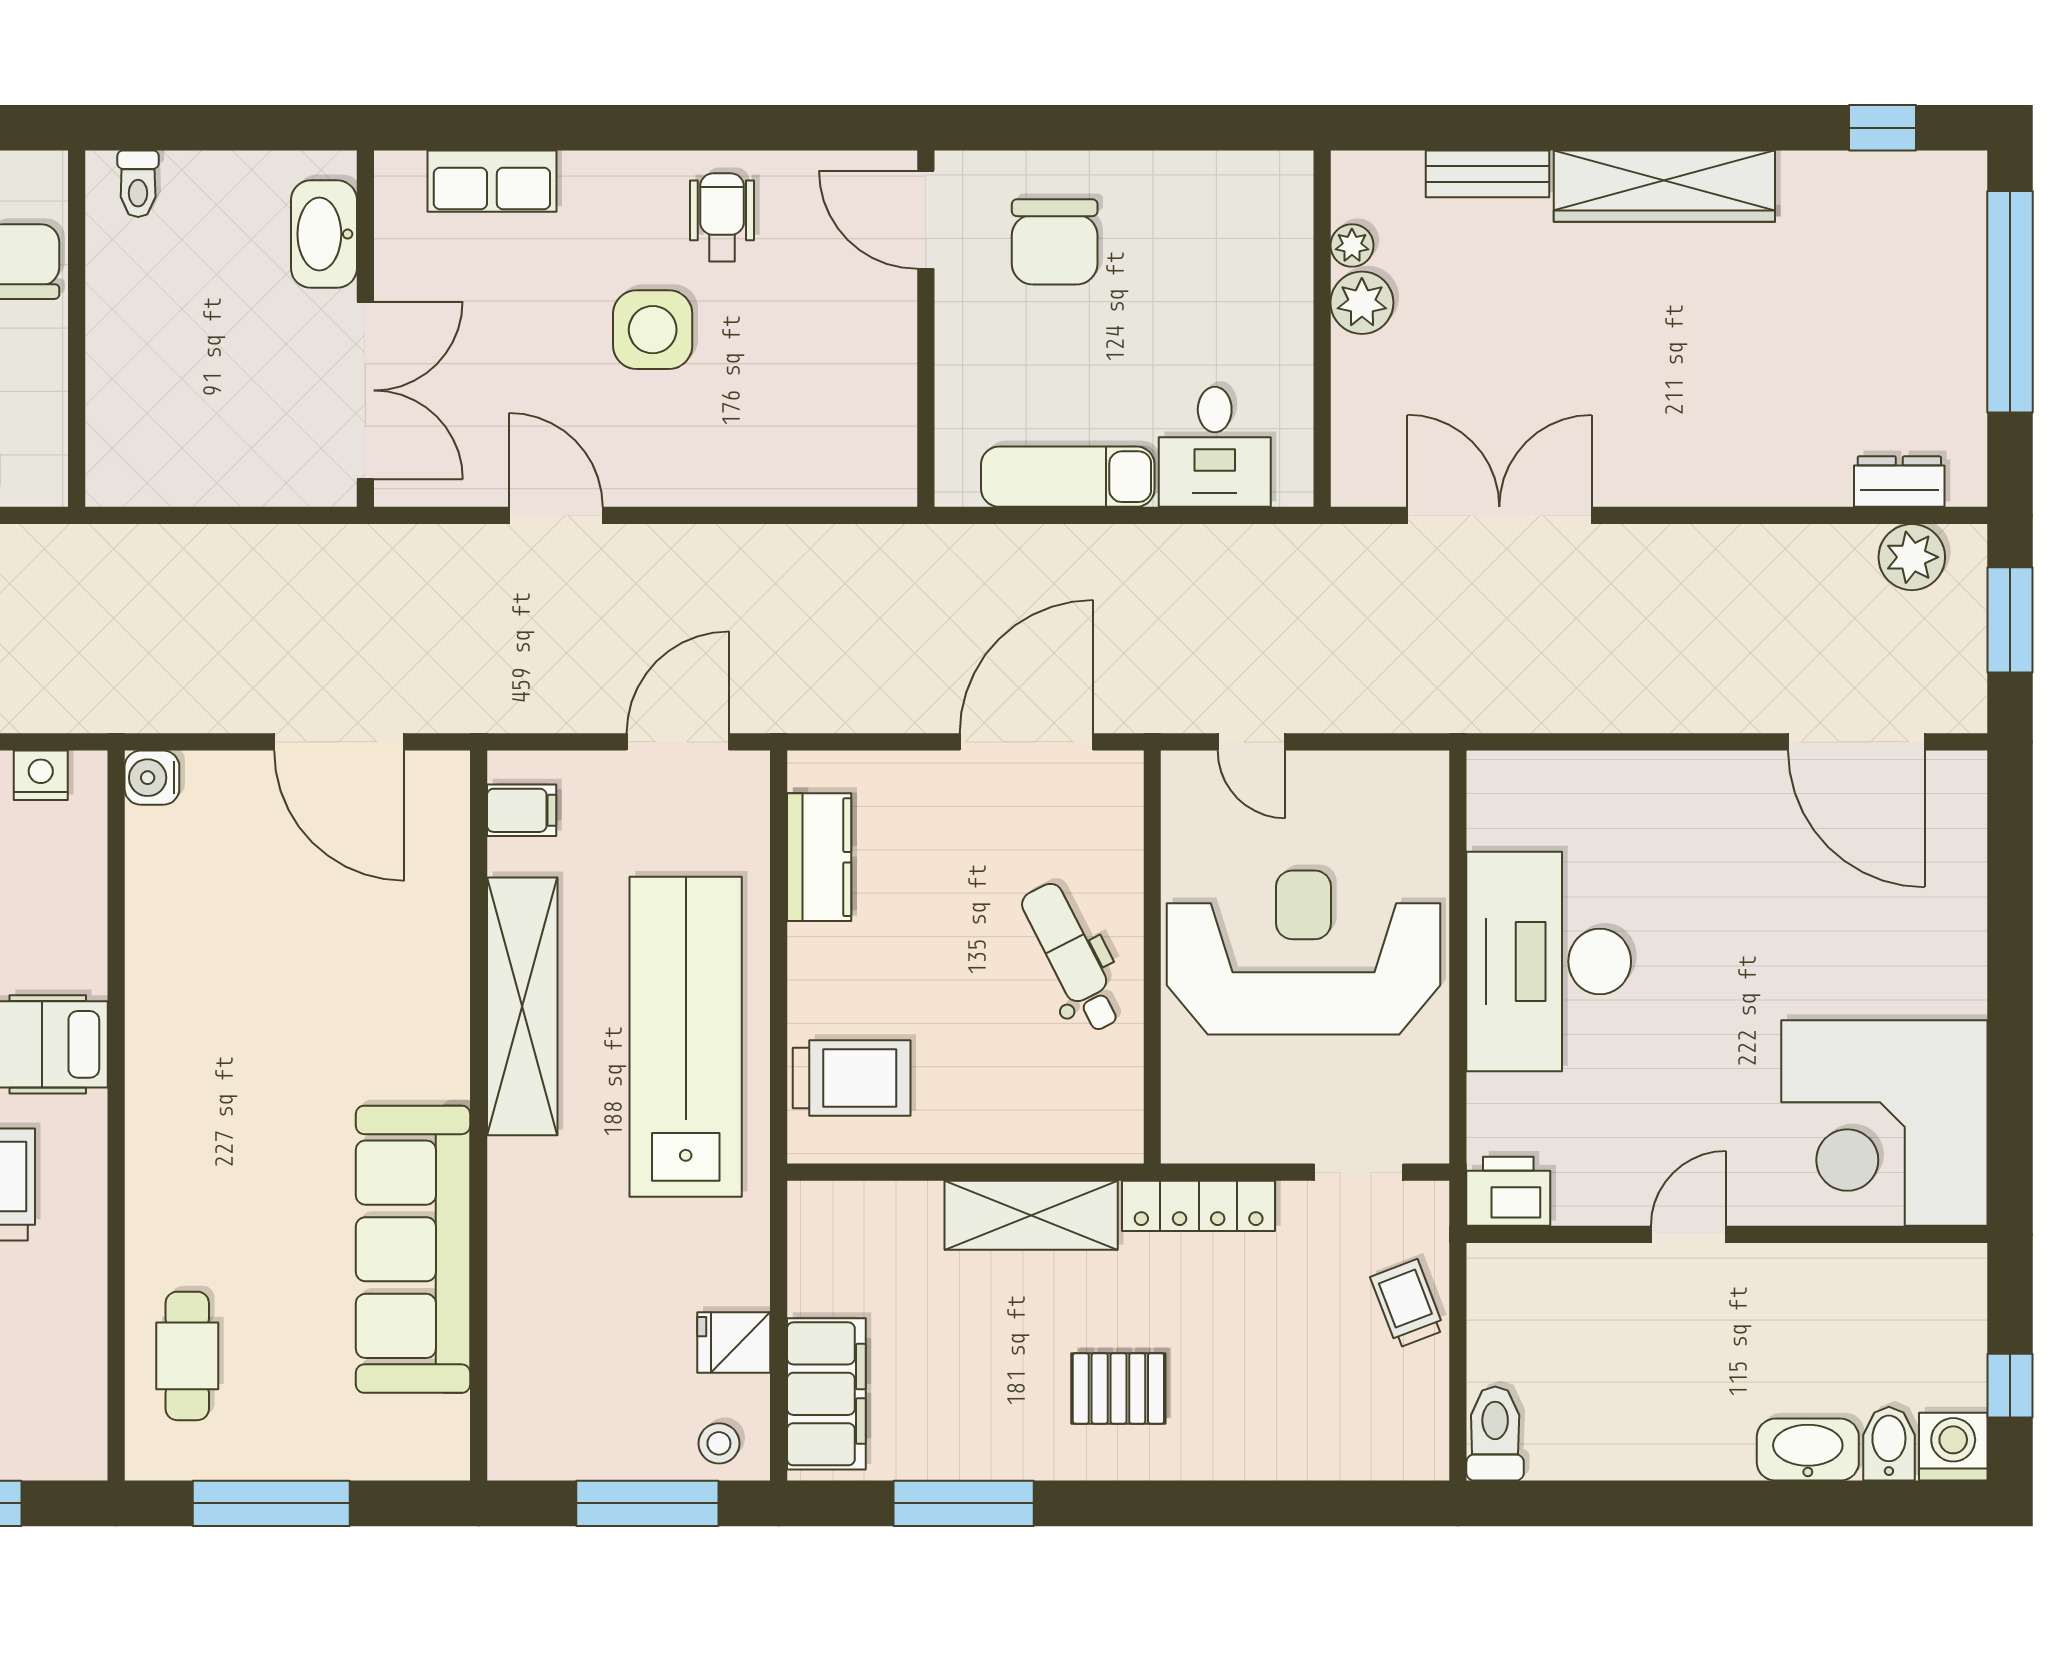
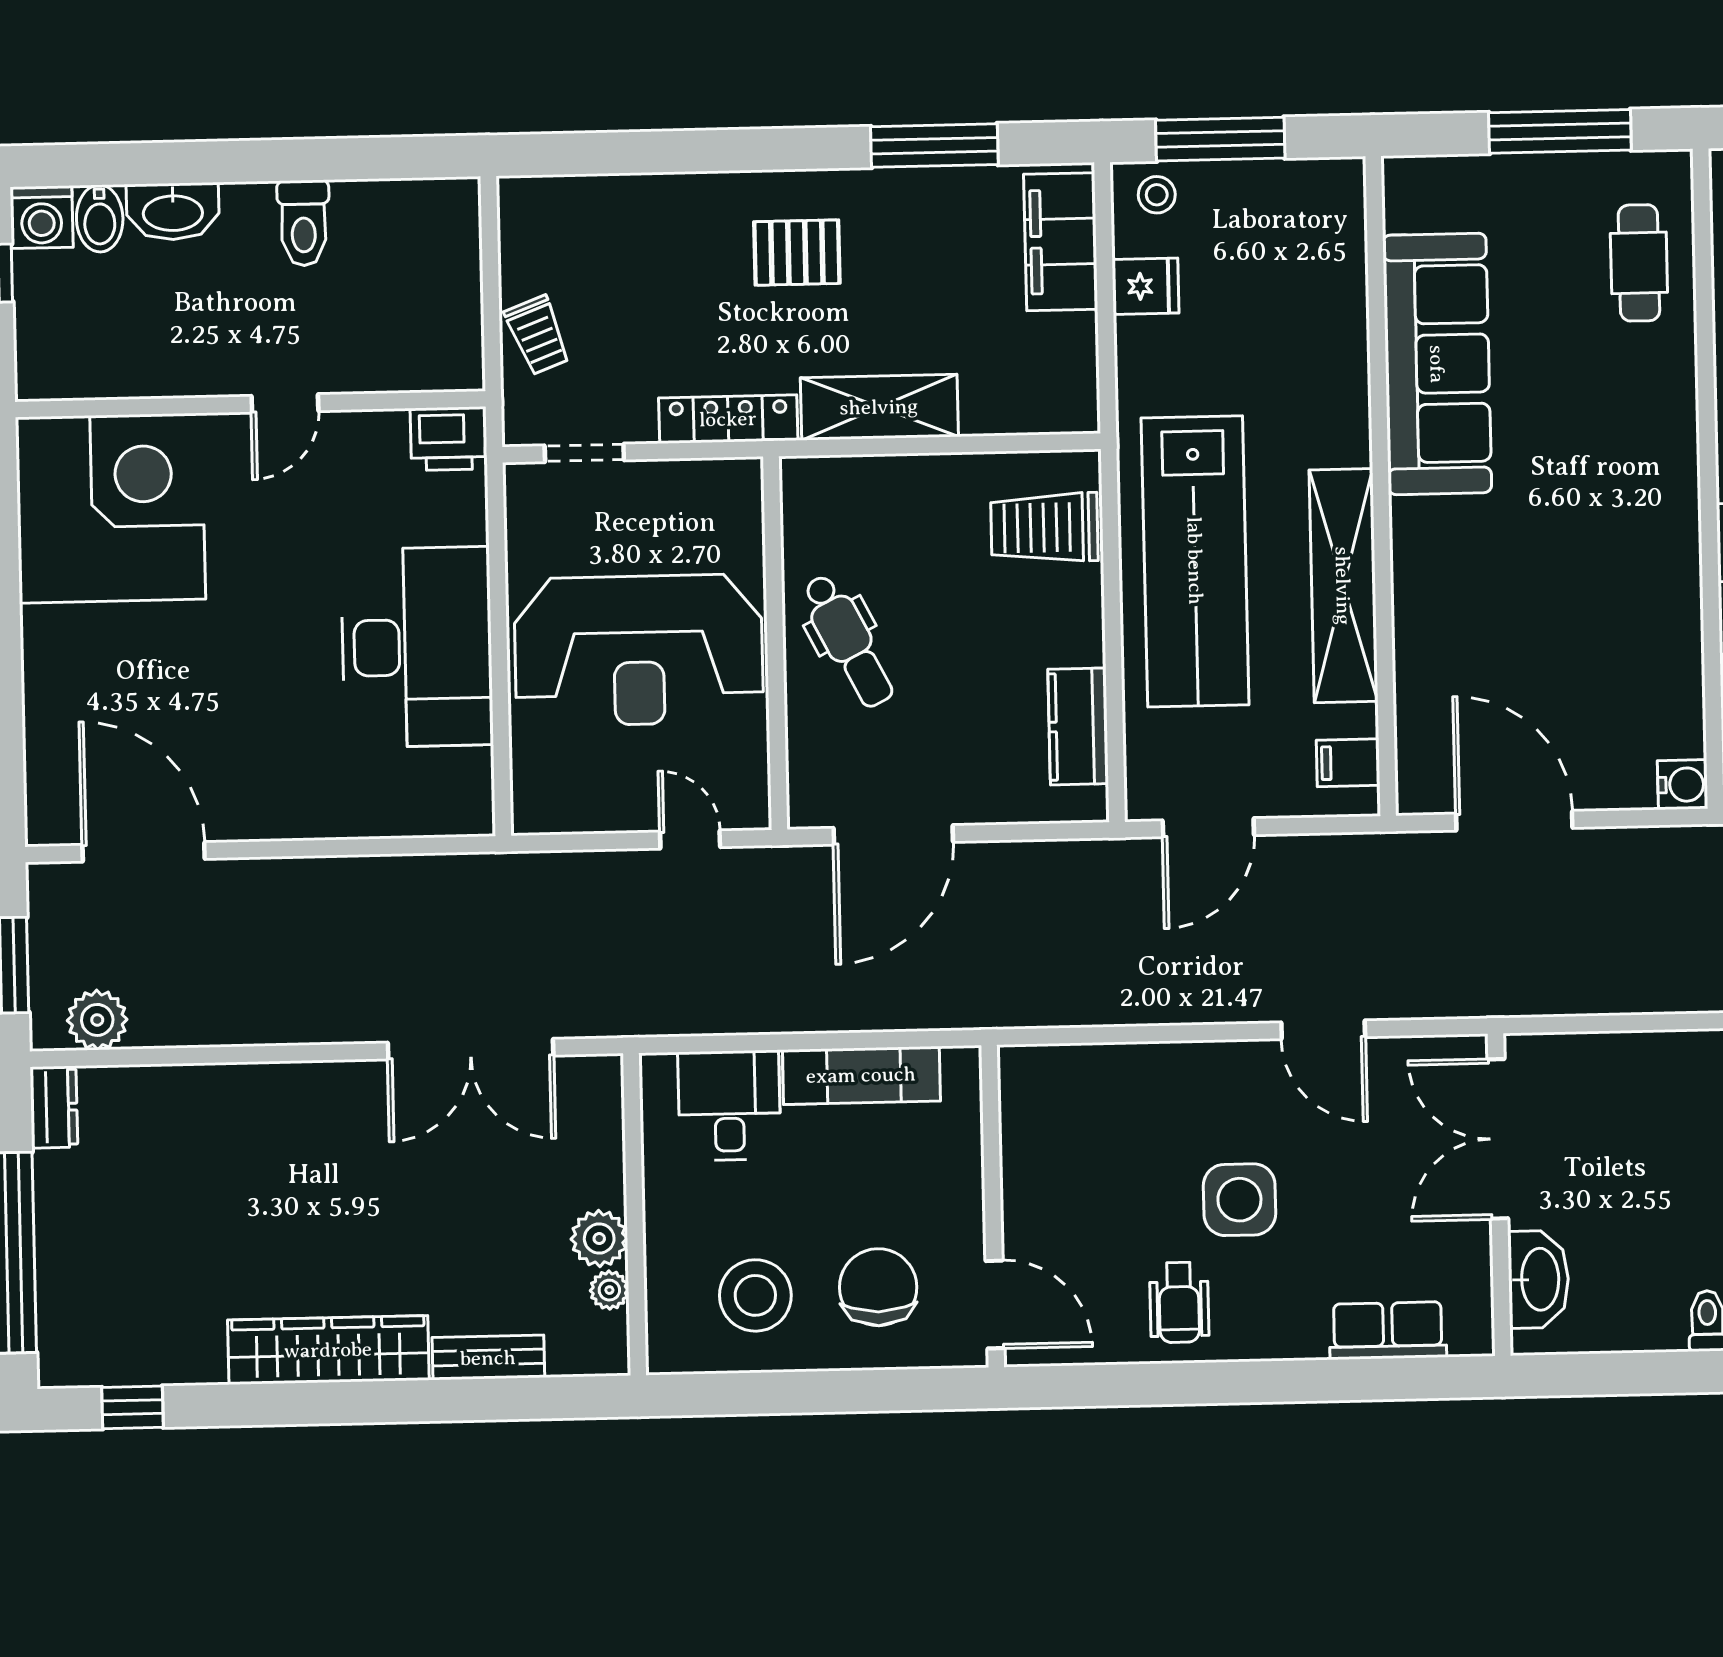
stool: (1191, 236) -> (755, 1295), added
dresser: (1899, 482) -> (54, 1107), moved, turned -90
toilet: (1495, 1434) -> (304, 223), moved

